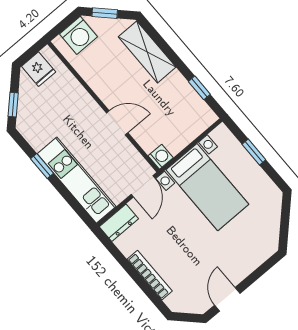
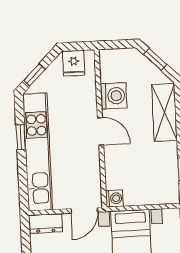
washing machine: (78, 35) -> (114, 96), moved, turned -90
door: (117, 123) -> (101, 131), moved
kitchen unit: (77, 180) -> (38, 152), width x1.36

